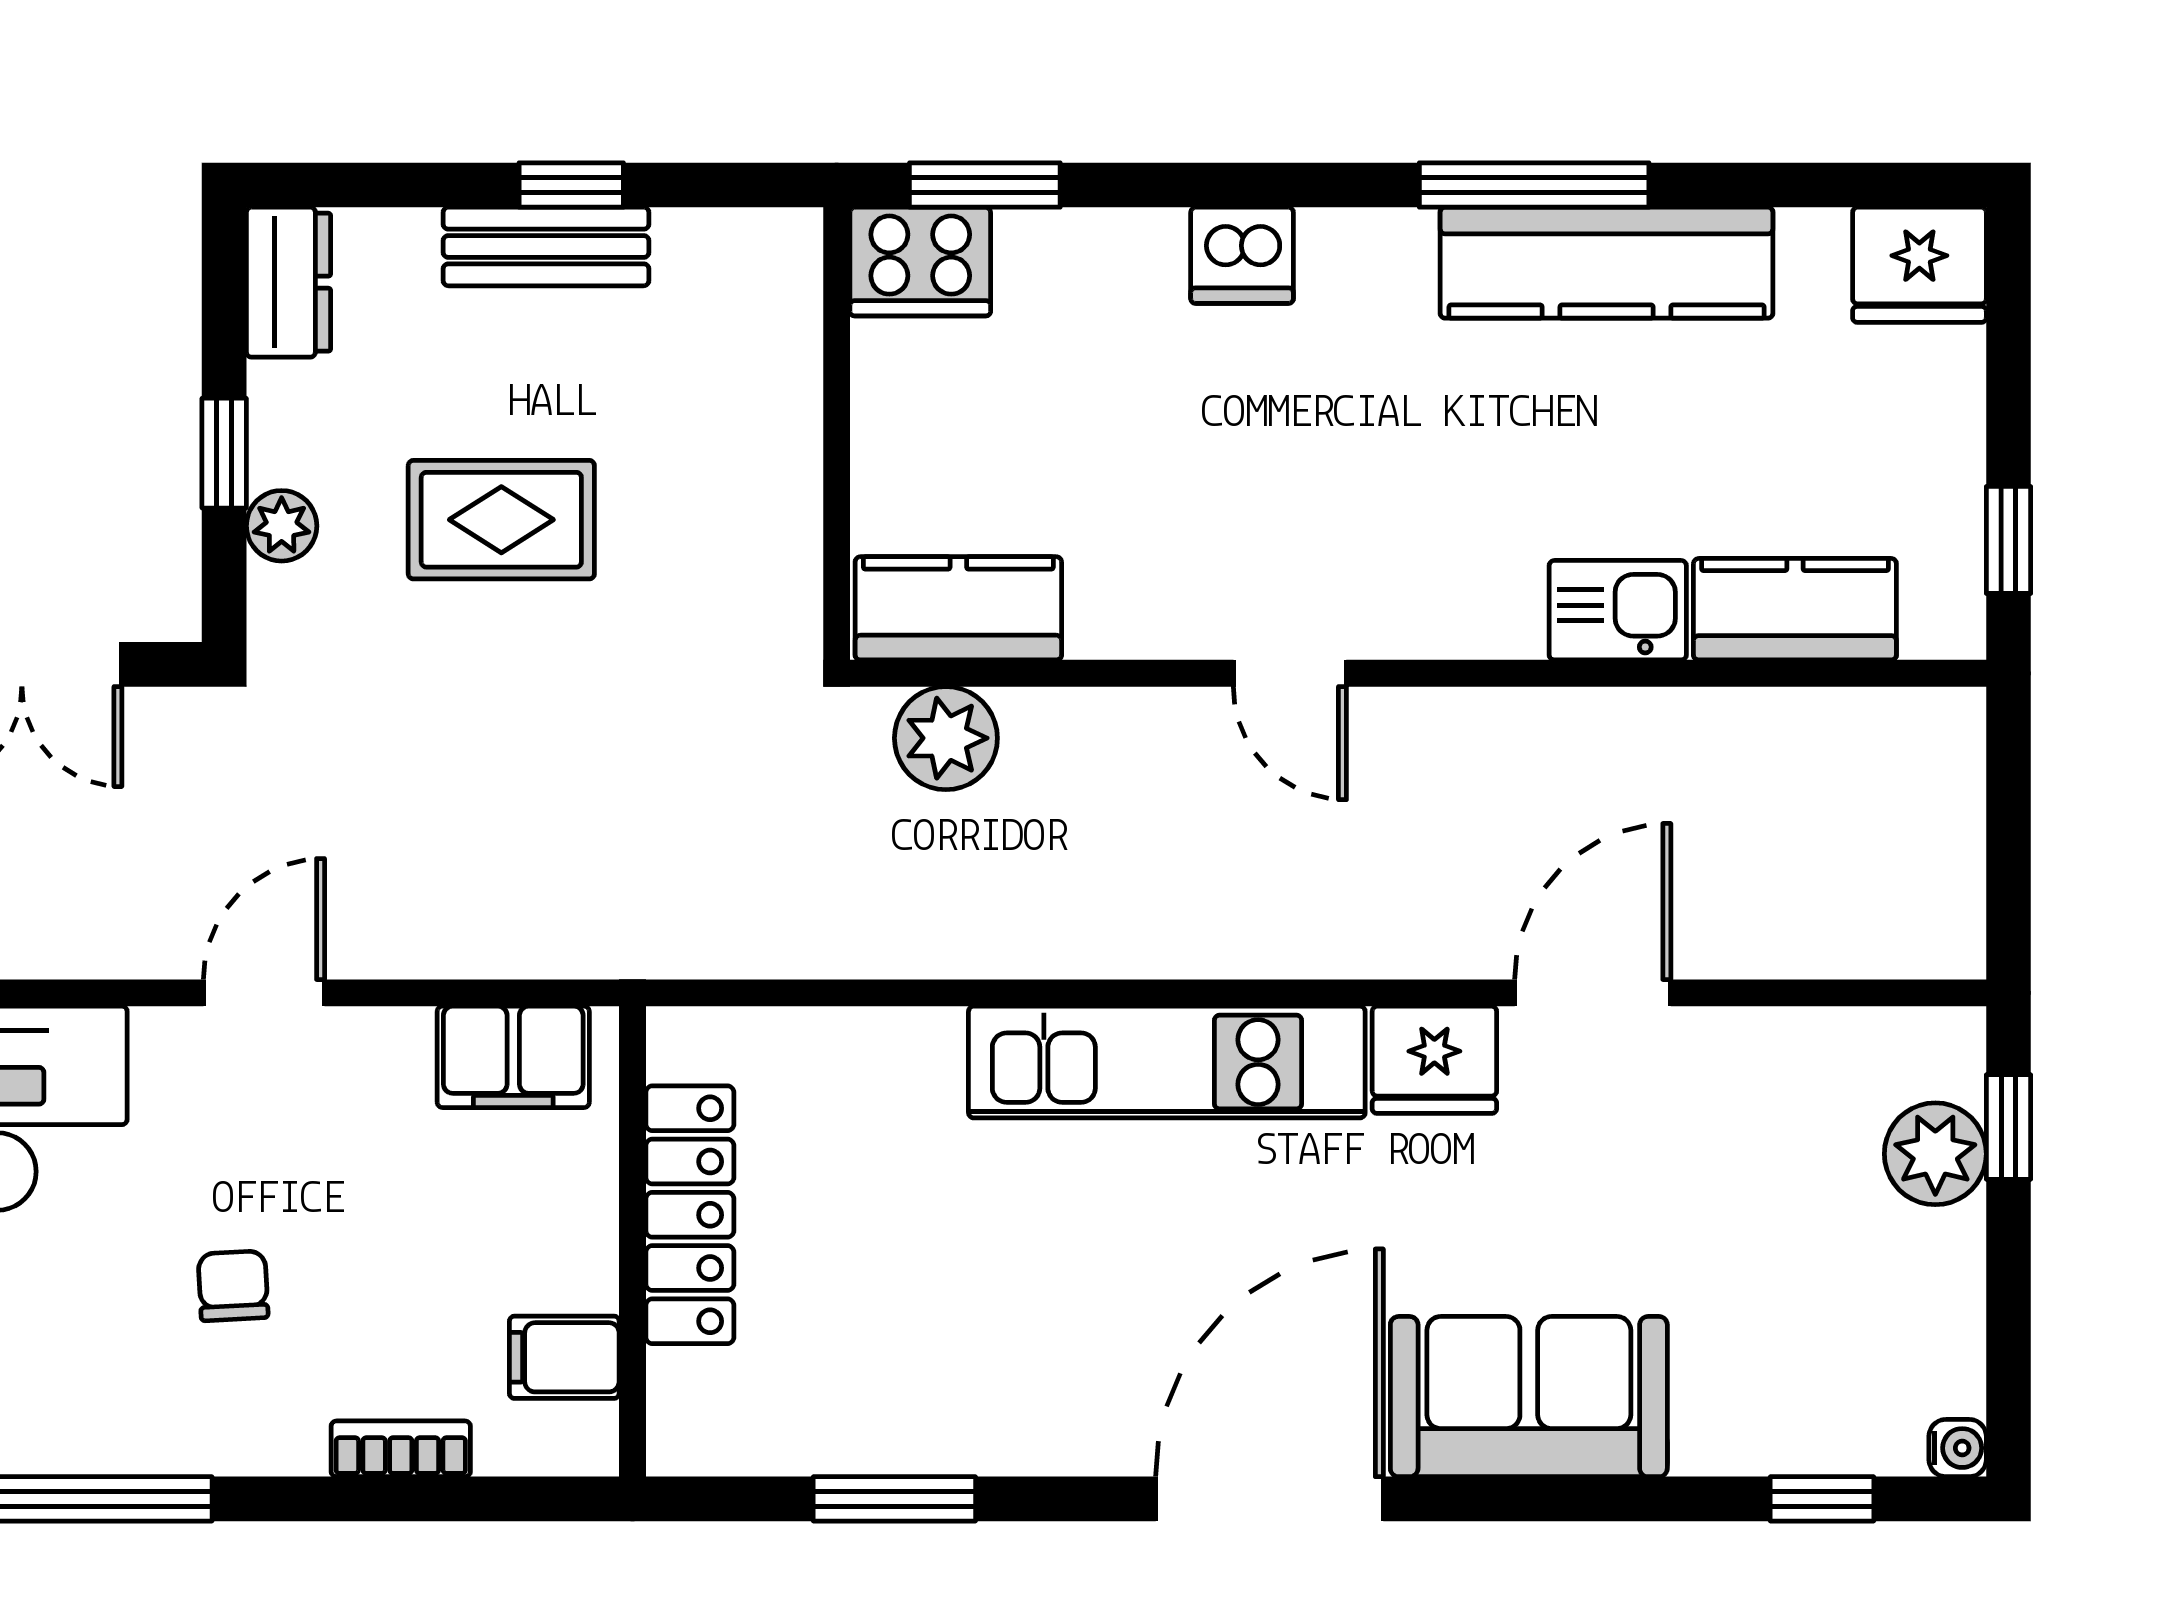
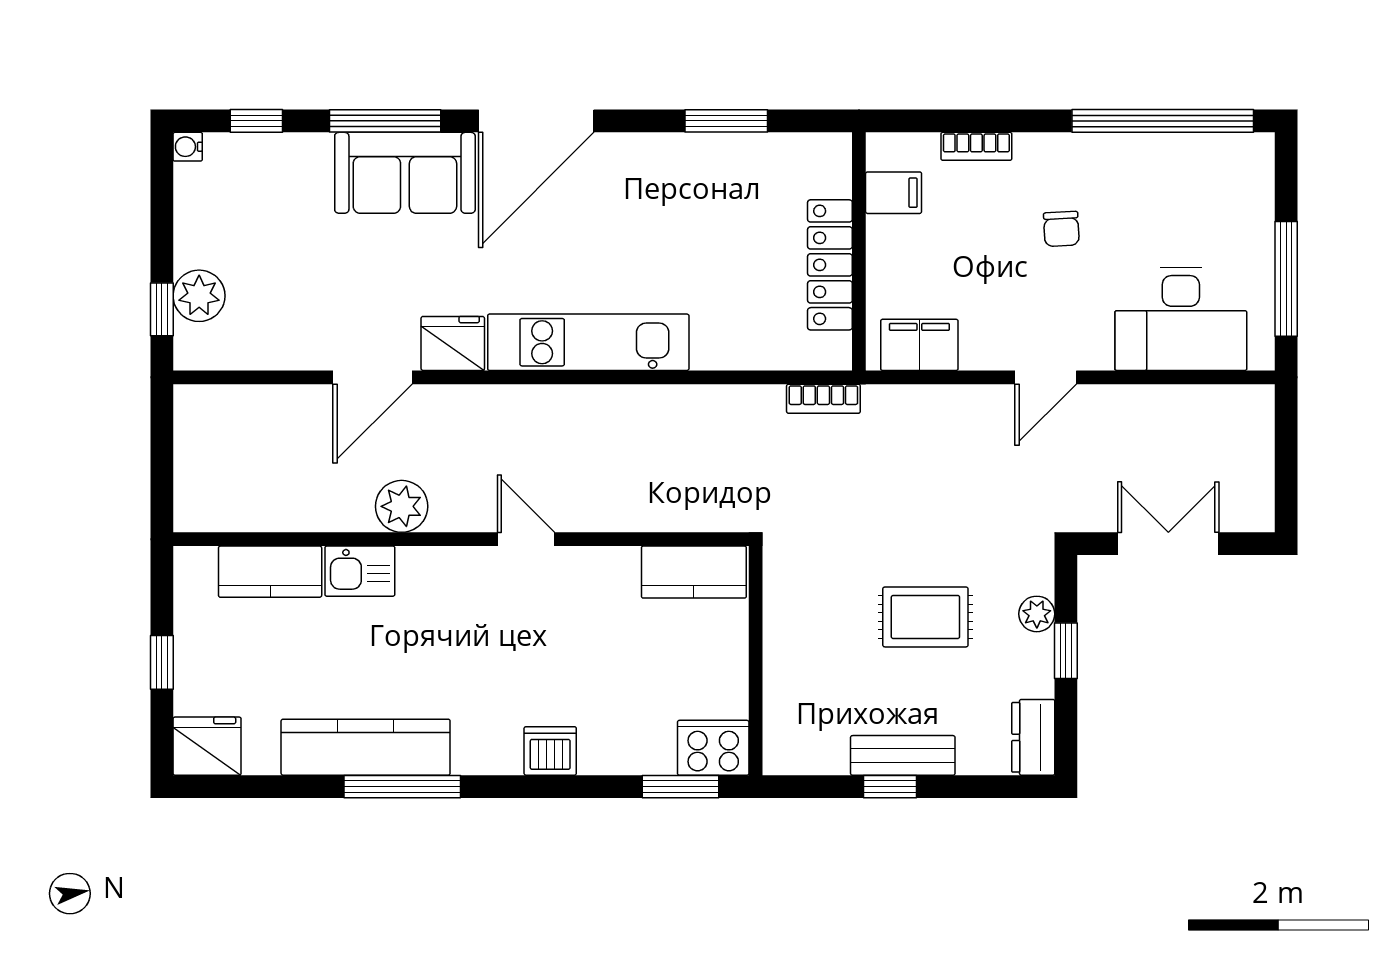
window: (2008, 540) -> (162, 662), moved
plant: (946, 738) -> (402, 506), moved
bookcase: (703, 951) -> (823, 399), added
window: (1568, 1499) -> (385, 121), added

